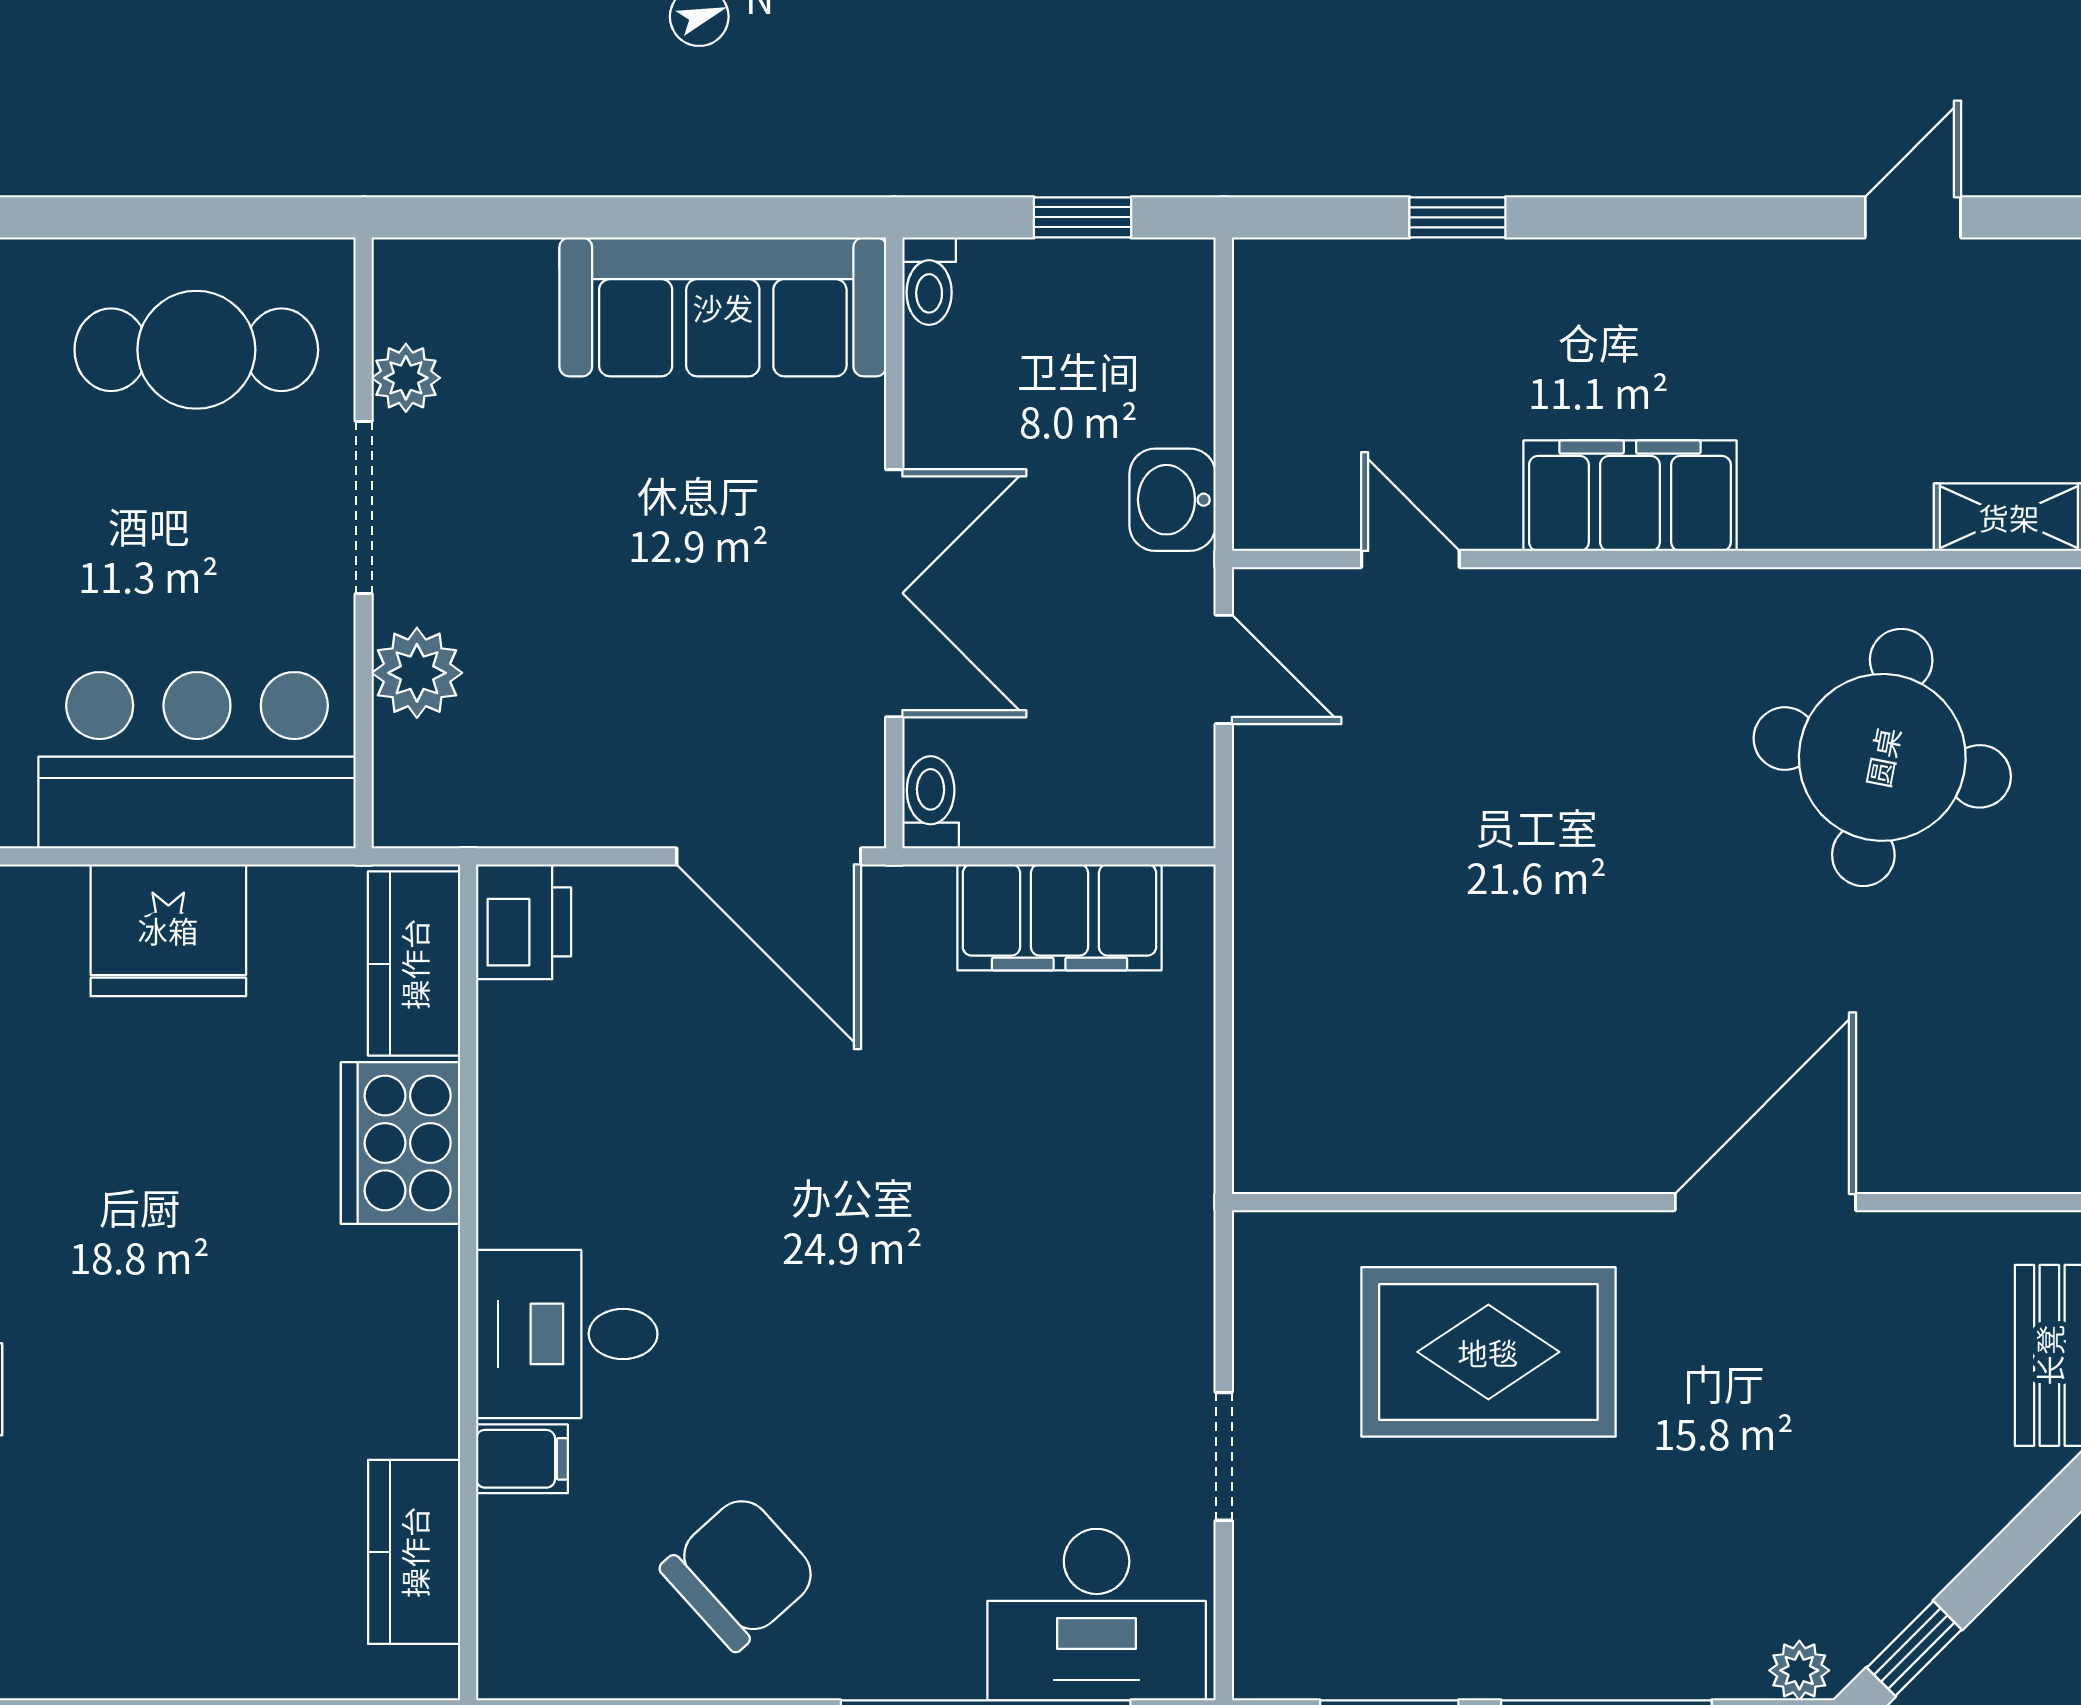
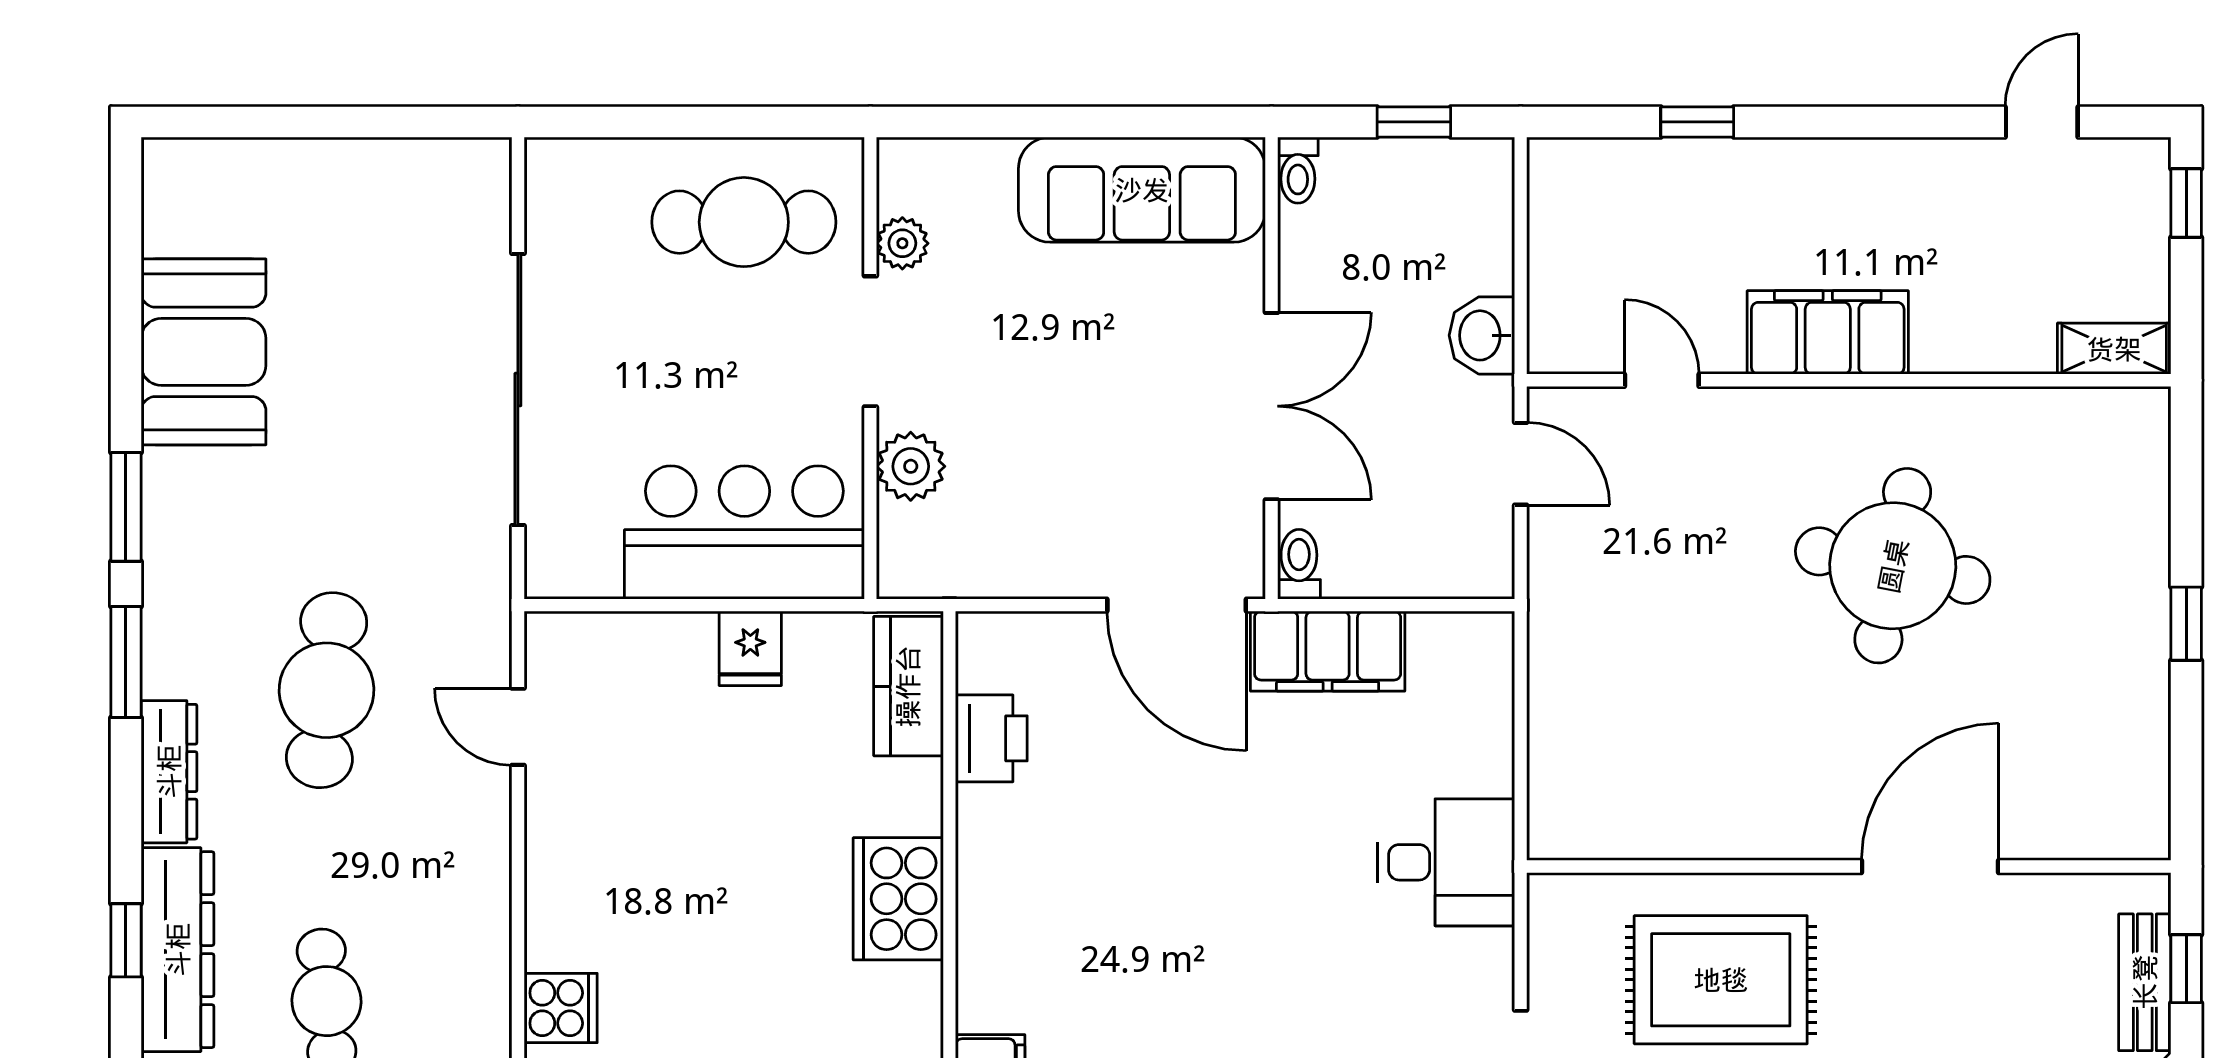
round table: (1882, 757) -> (1893, 566), moved
filing cabinet: (1059, 917) -> (1328, 651), moved
printer: (524, 922) -> (991, 738), moved
fridge: (168, 930) -> (750, 648), width x0.53, depth x0.75
cooker: (401, 1143) -> (898, 899), moved
desk: (567, 1334) -> (1446, 862), moved, turned 180

